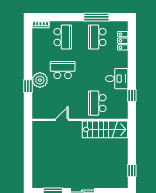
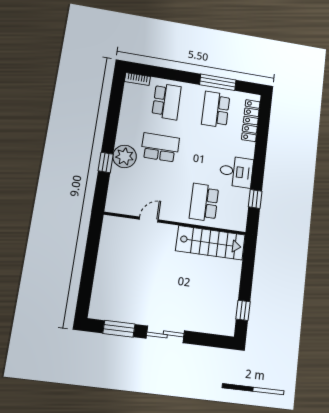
locker: (123, 41) -> (251, 121), width x1.53

